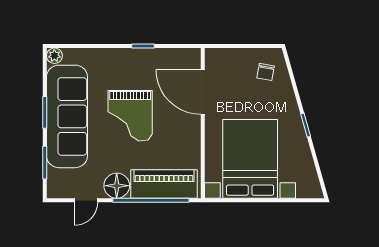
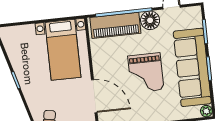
grand piano: (130, 116) -> (146, 73), turned 180
bed with nightstands: (250, 159) -> (63, 50), width x0.73

